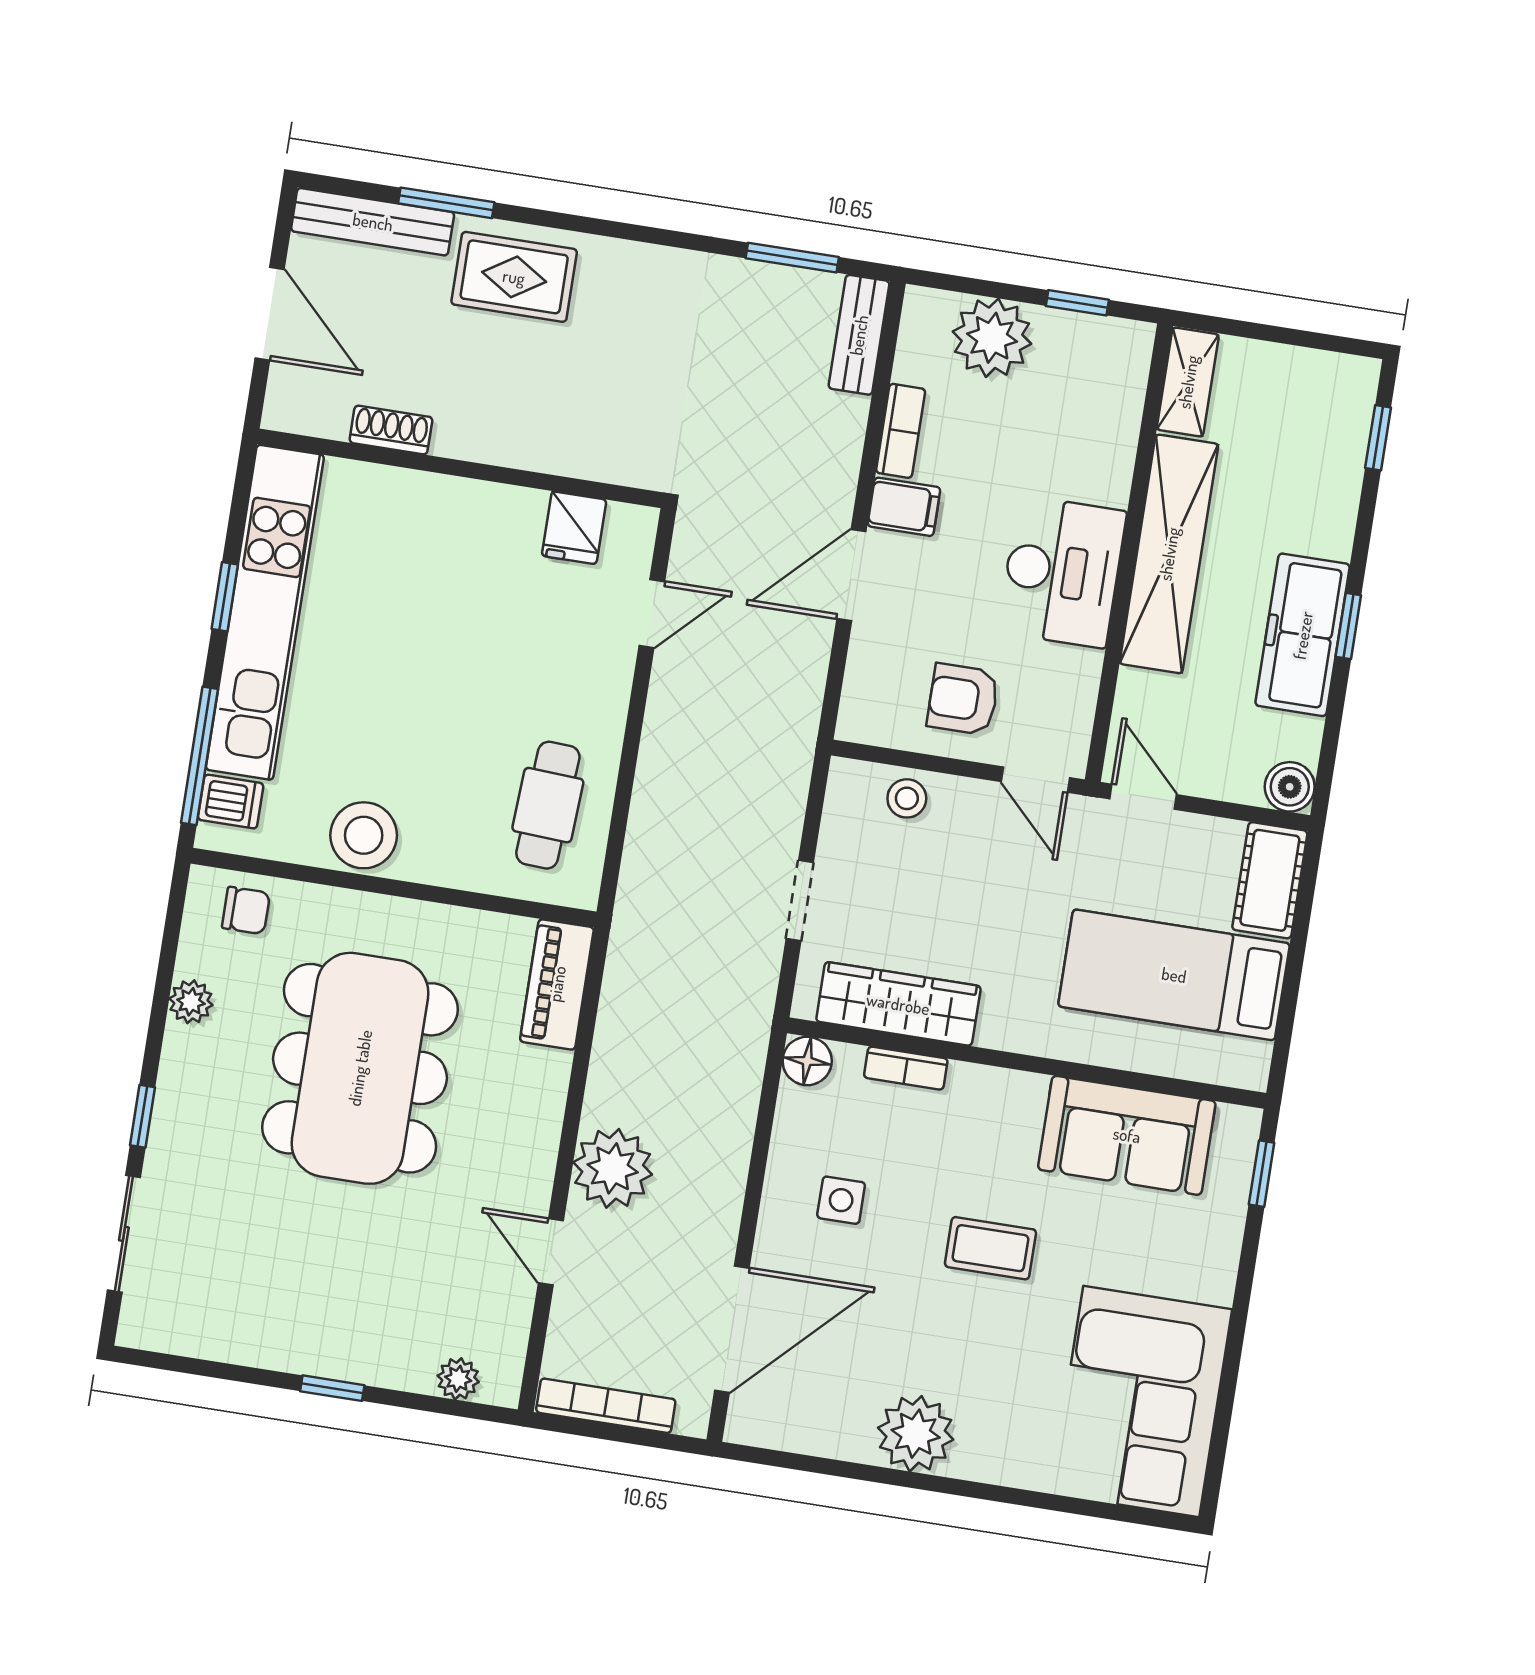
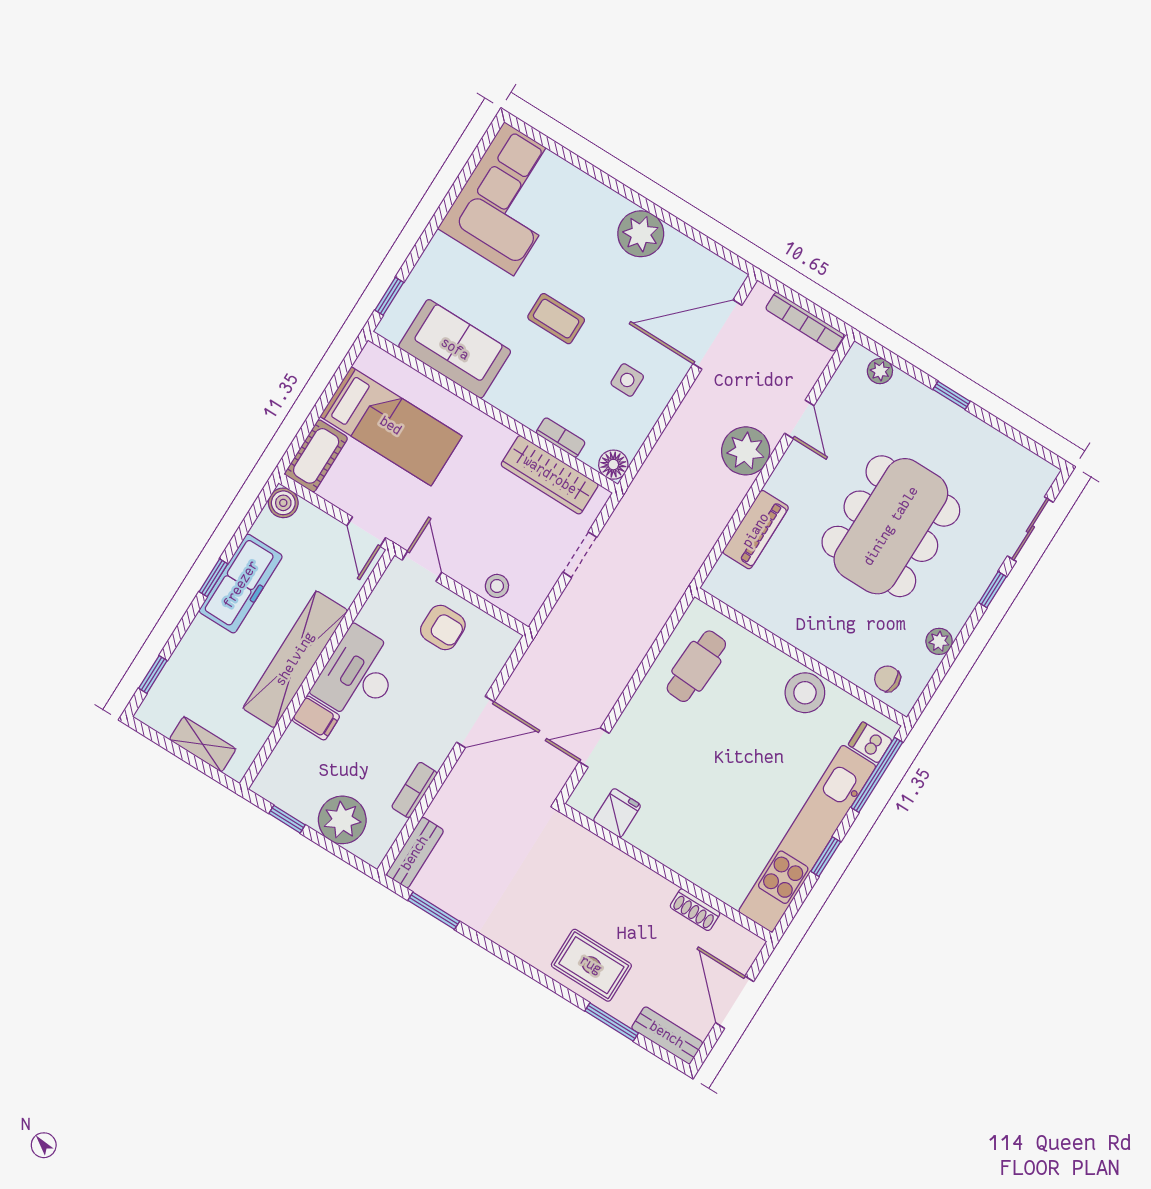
bench: (373, 222) -> (667, 1035), width x0.73
shelving: (1188, 382) -> (203, 744), moved, turned 90
filing cabinet: (904, 507) -> (316, 718), moved, turned 180
piano: (557, 984) -> (756, 530), moved
dining table: (360, 1068) -> (891, 526), moved

